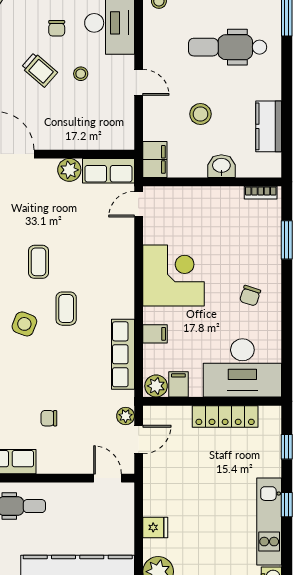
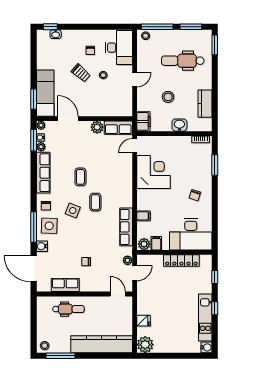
door: (139, 82) -> (135, 80), hinge flipped
corner desk: (174, 275) -> (153, 172), moved

